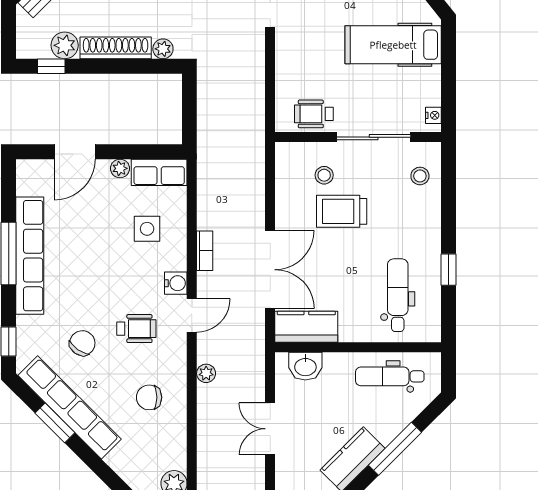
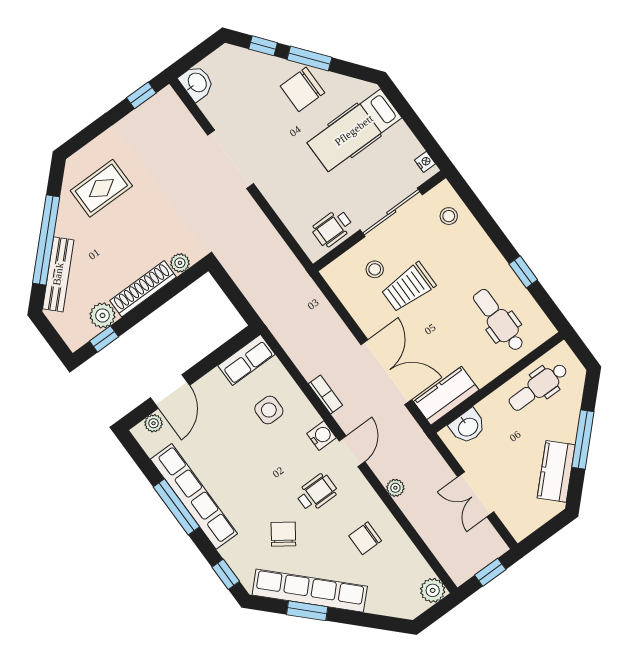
plant: (120, 168) -> (154, 423), moved

